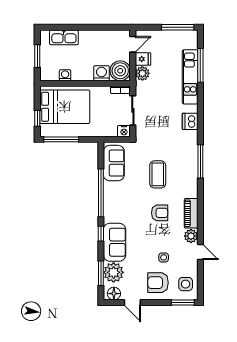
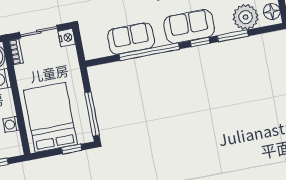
sofa: (114, 163) -> (131, 39), moved
sofa: (115, 242) -> (189, 26), moved
window: (101, 273) -> (233, 36), moved

